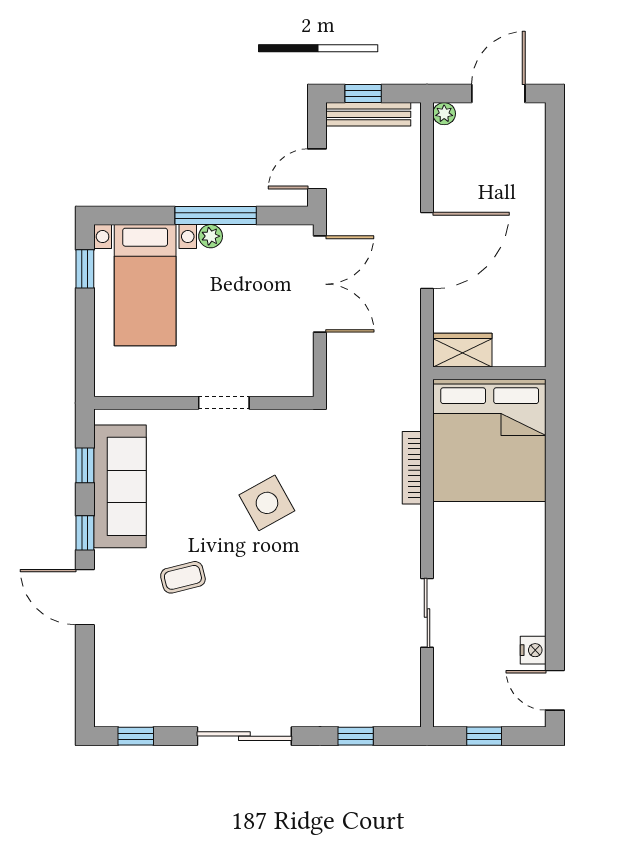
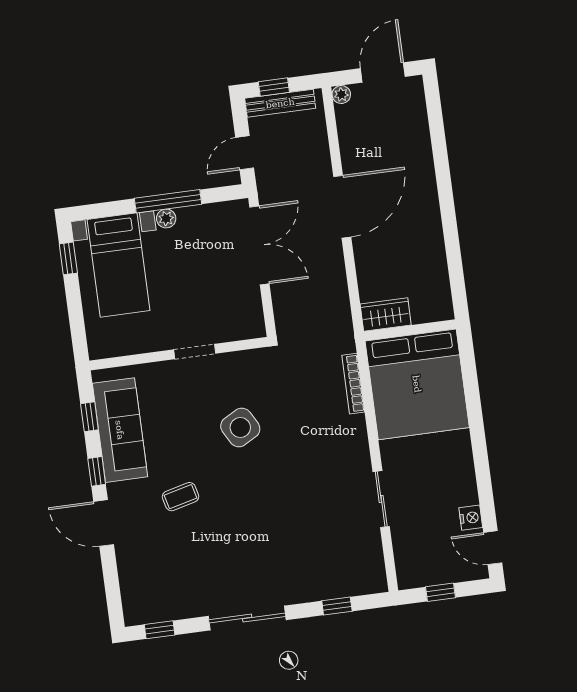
wardrobe: (462, 350) -> (386, 314), moved
wall: (489, 373) -> (410, 330), moved
bed: (490, 440) -> (417, 384), moved

